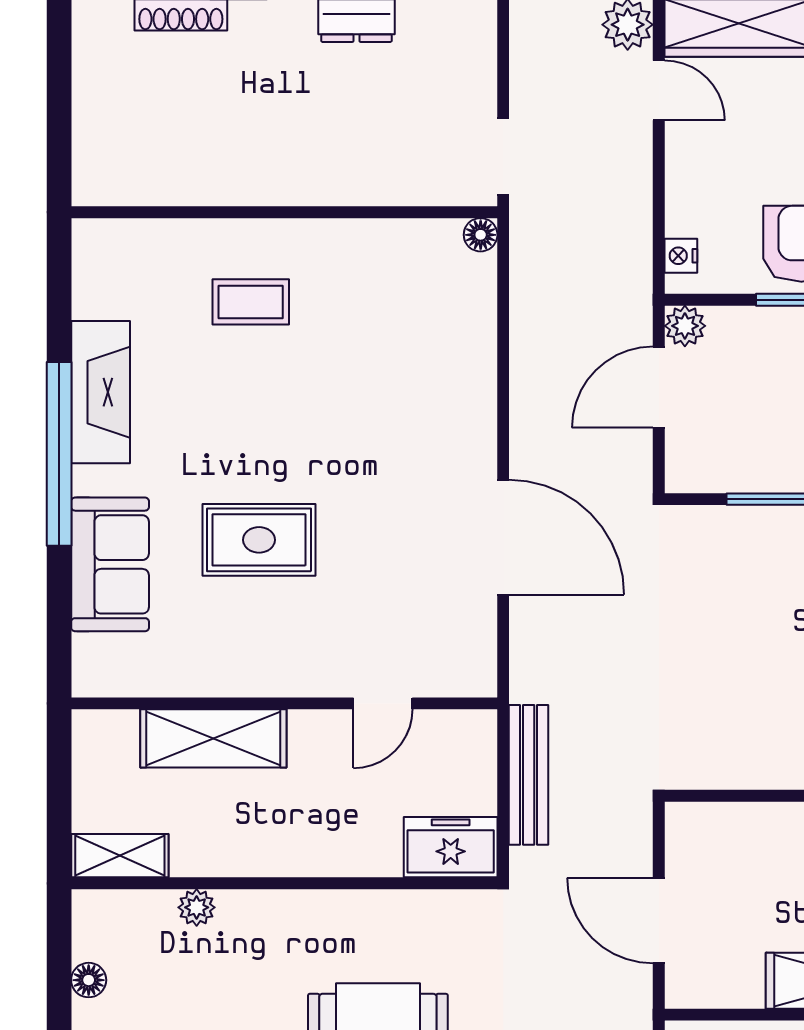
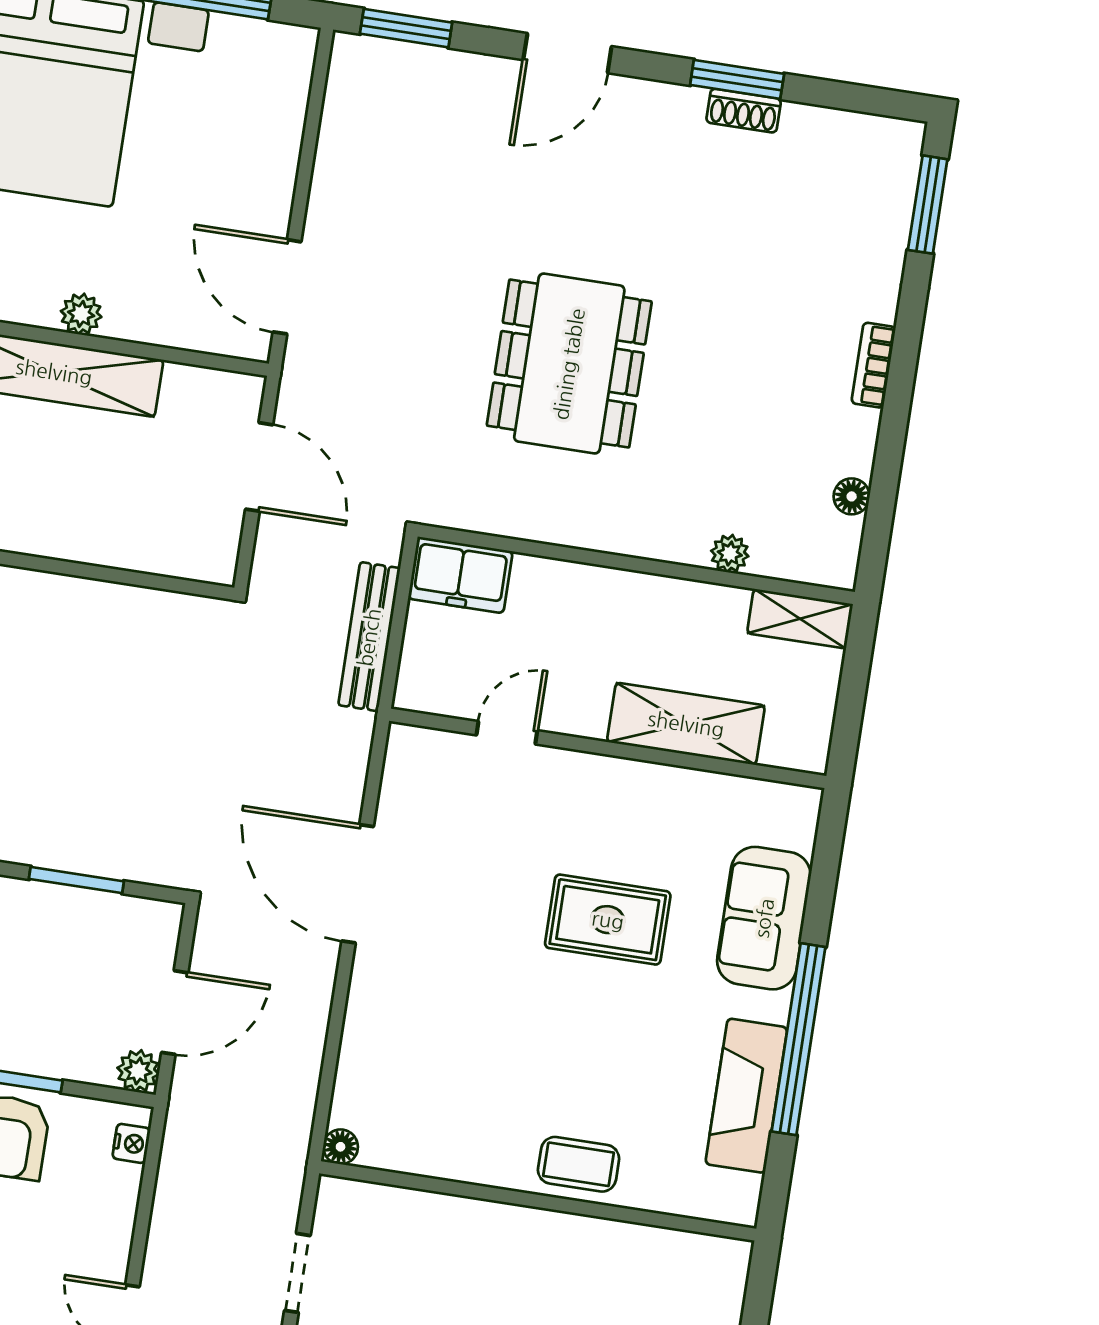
wall: (284, 212) -> (538, 1201), moved
floor lamp: (481, 235) -> (341, 1147), moved

